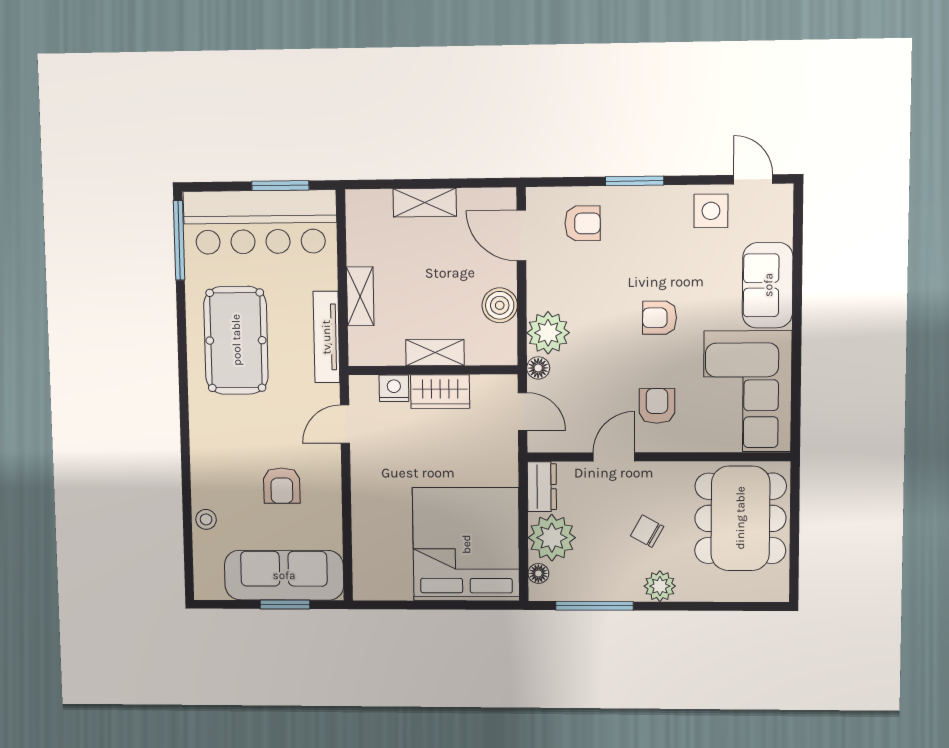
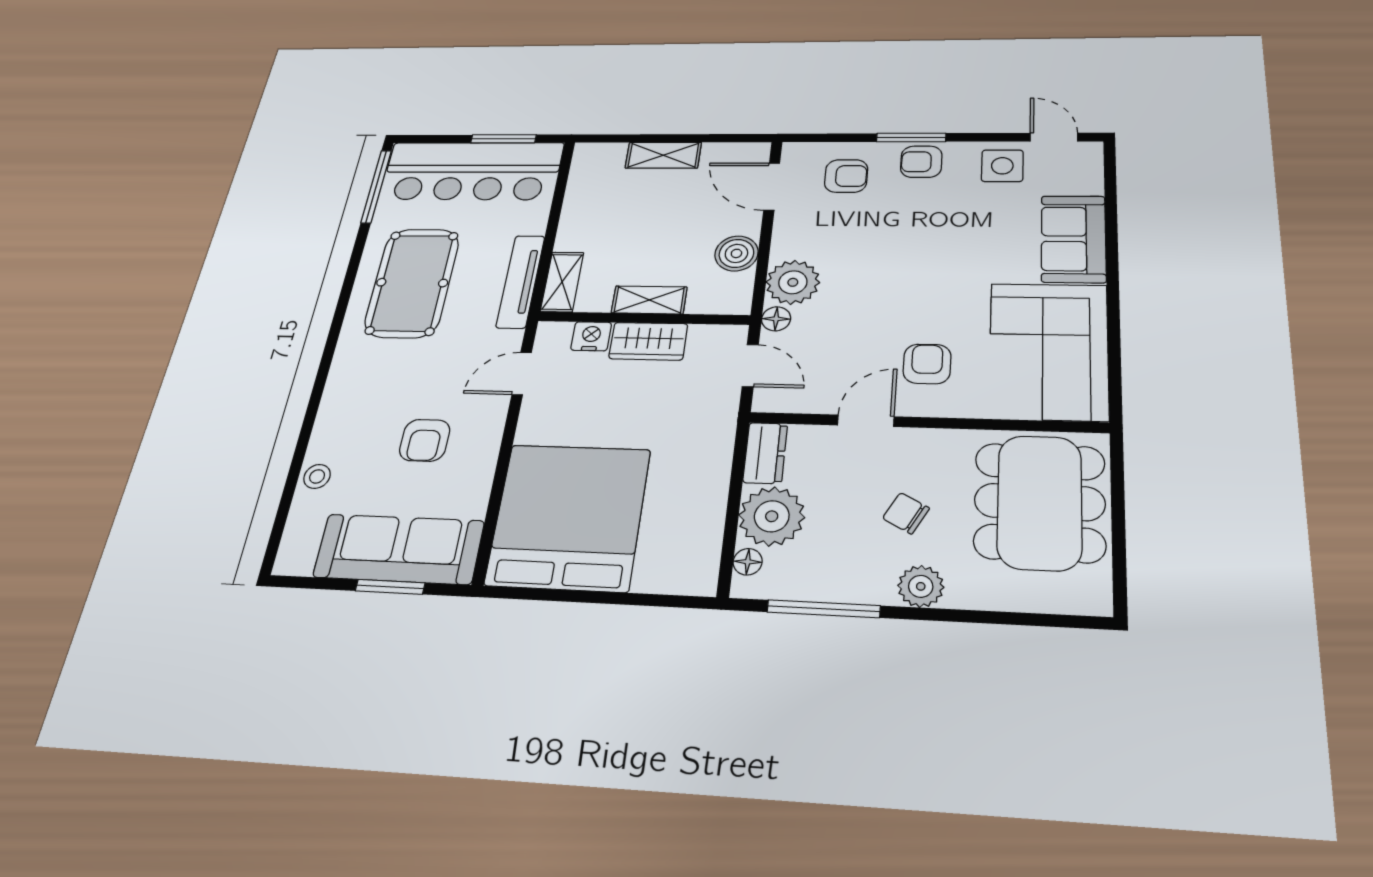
shelving: (360, 296) -> (562, 282), moved
armchair: (659, 318) -> (921, 162), moved
bed: (466, 544) -> (569, 517), moved

